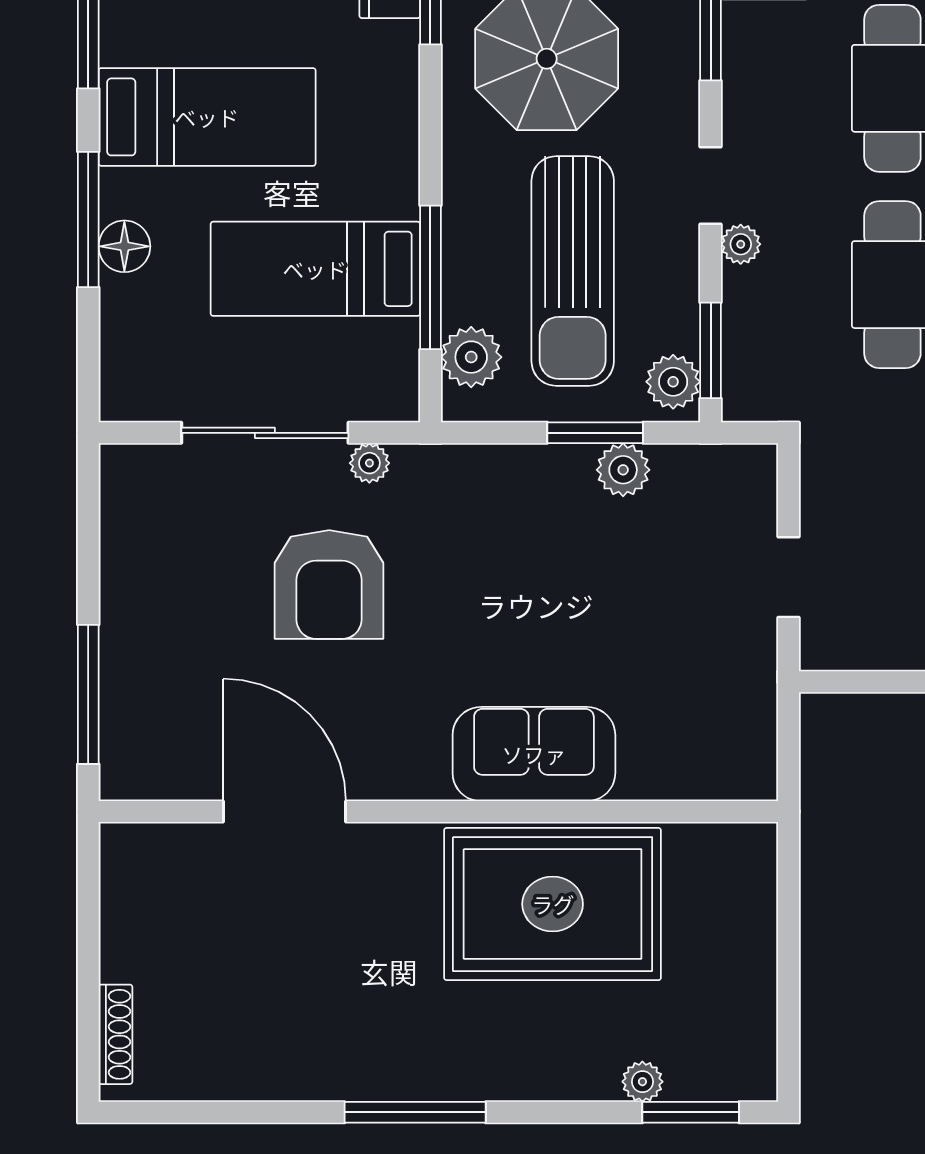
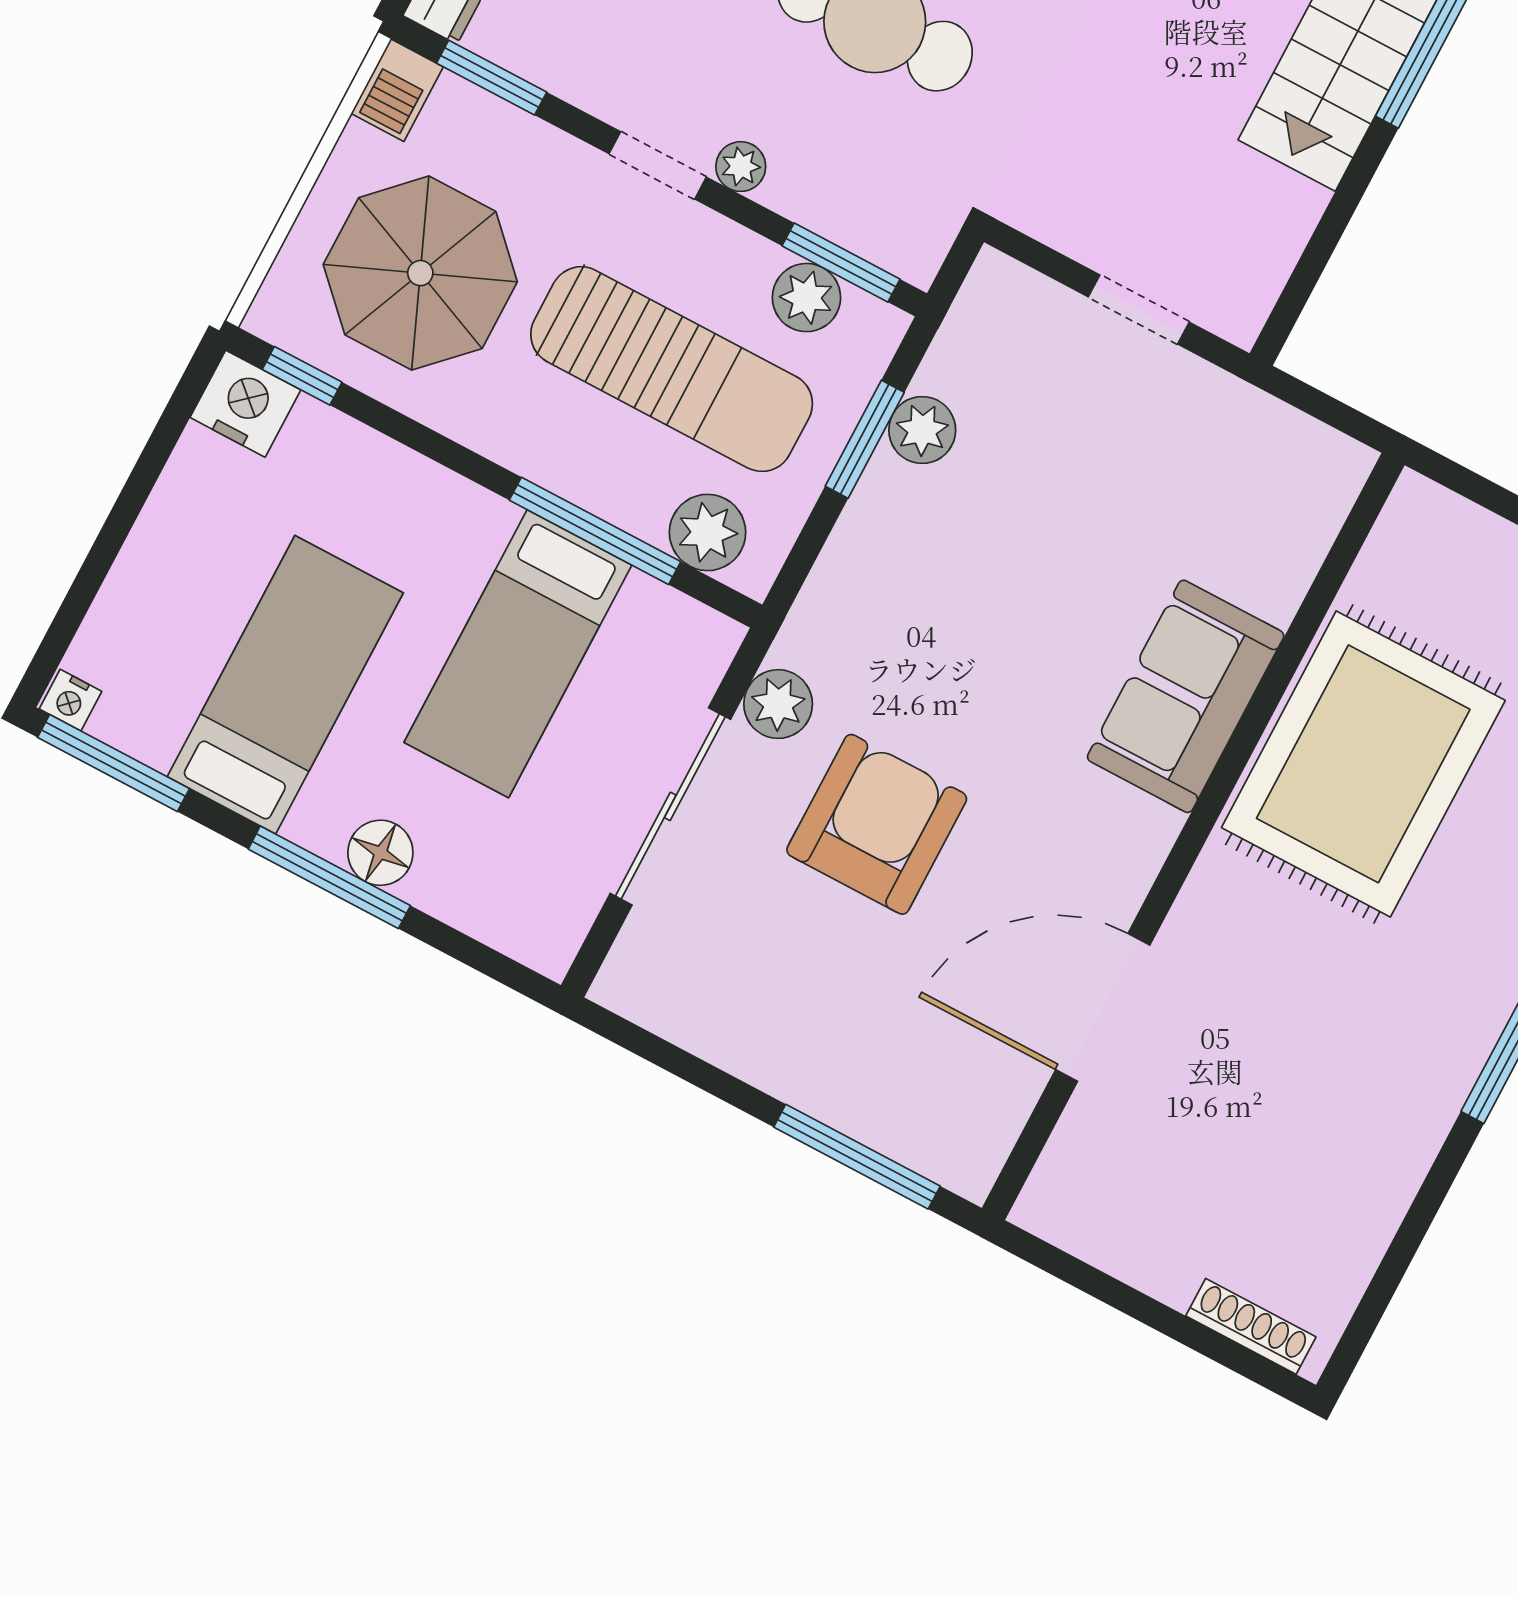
plant: (673, 382) -> (806, 298), moved
plant: (369, 463) -> (778, 704), width x1.38, depth x1.38
armchair: (329, 585) -> (877, 824), turned -90

